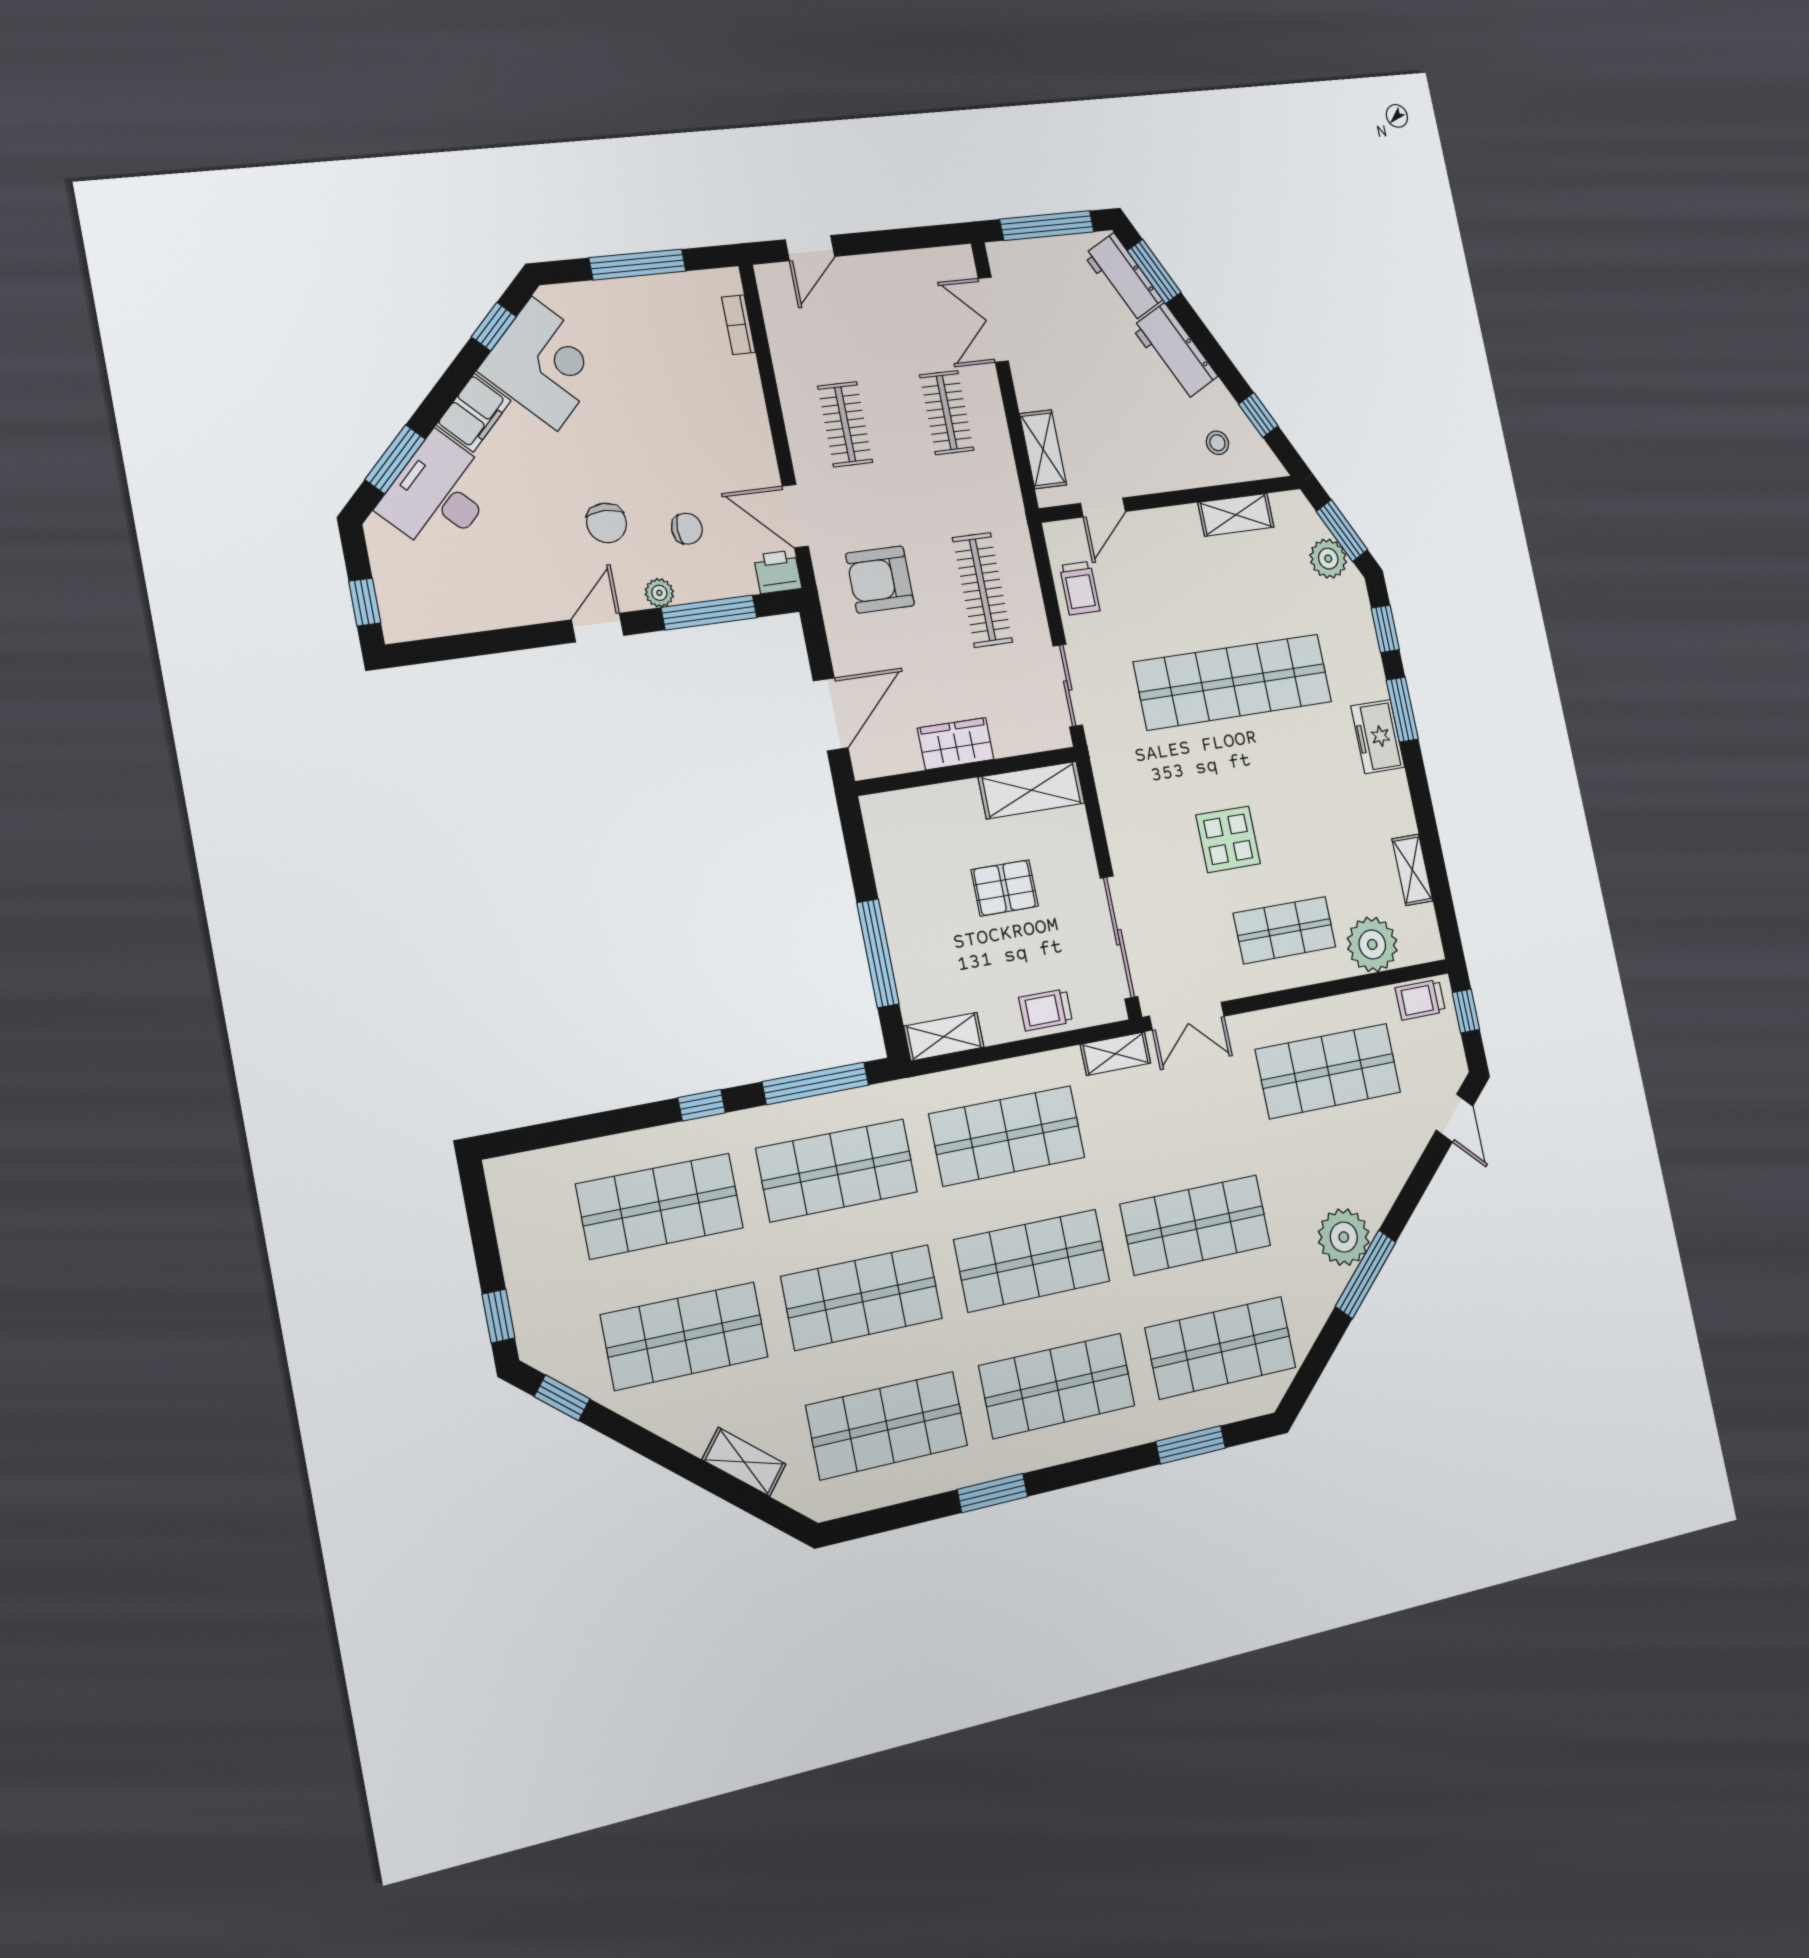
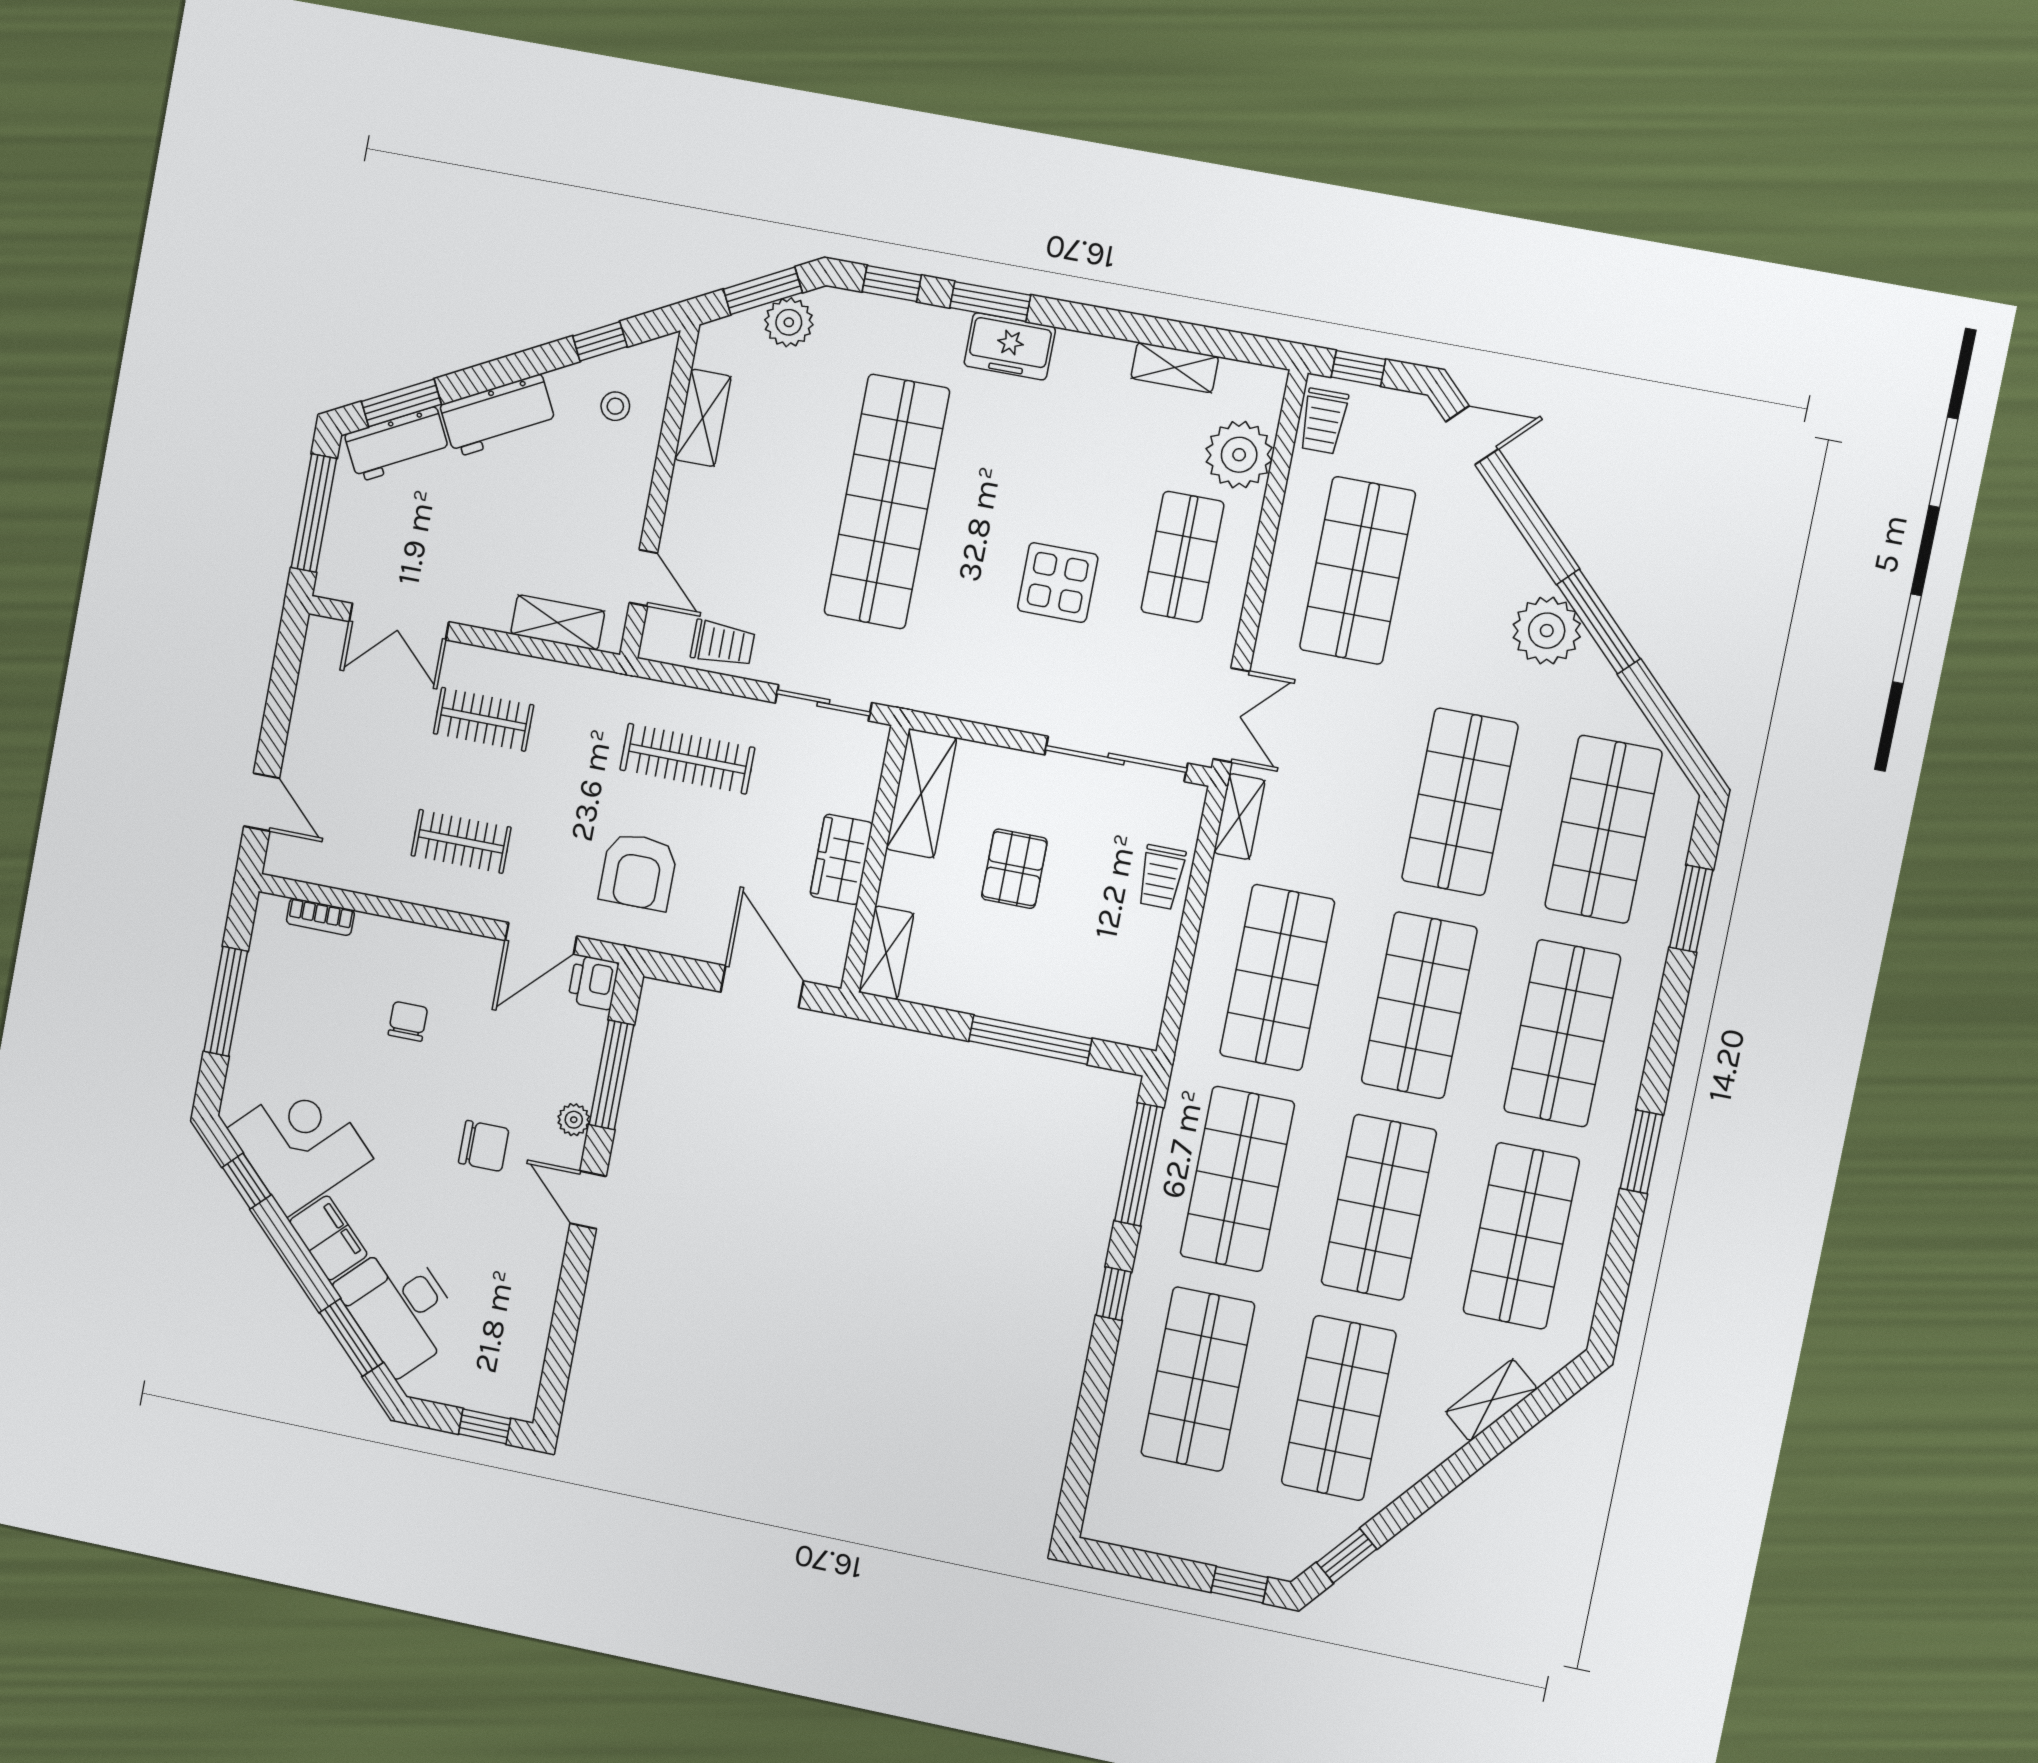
chair: (687, 529) -> (408, 1021), moved
shelving: (944, 1037) -> (886, 953), moved

